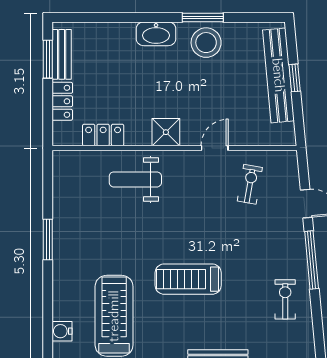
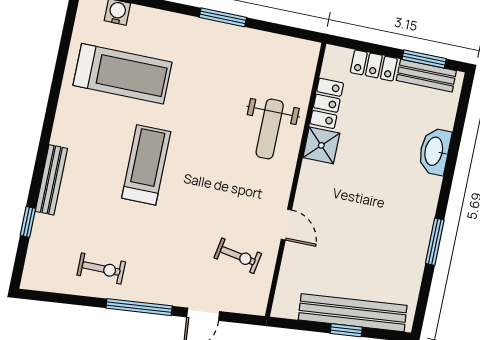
washbasin: (156, 34) -> (435, 151), moved
stool: (206, 43) -> (406, 240), removed
shower: (166, 132) -> (321, 145), moved
weight bench: (135, 179) -> (270, 129), turned 180

